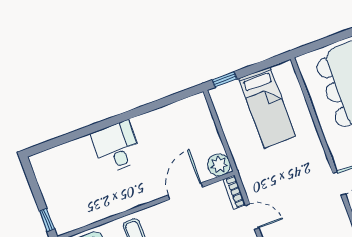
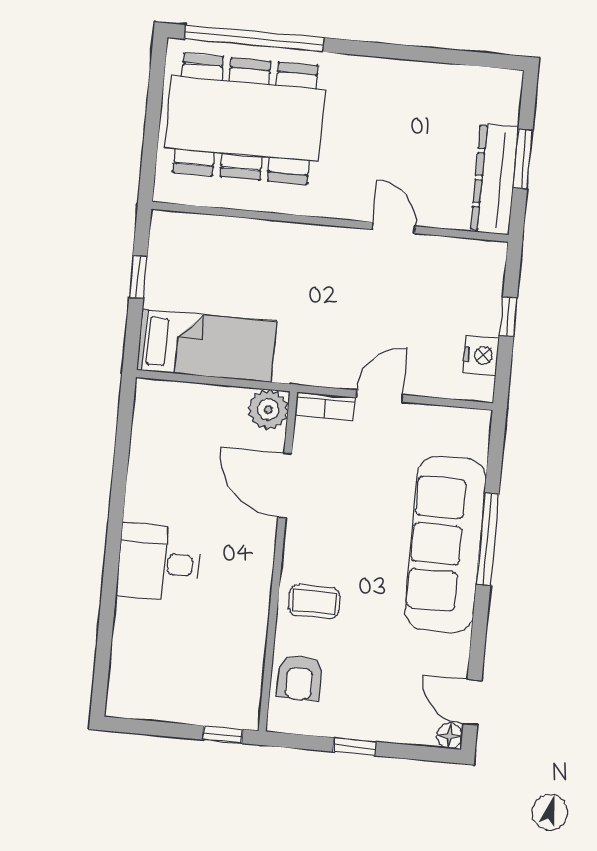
window: (224, 79) -> (138, 277), moved
bed: (267, 107) -> (207, 346), moved

